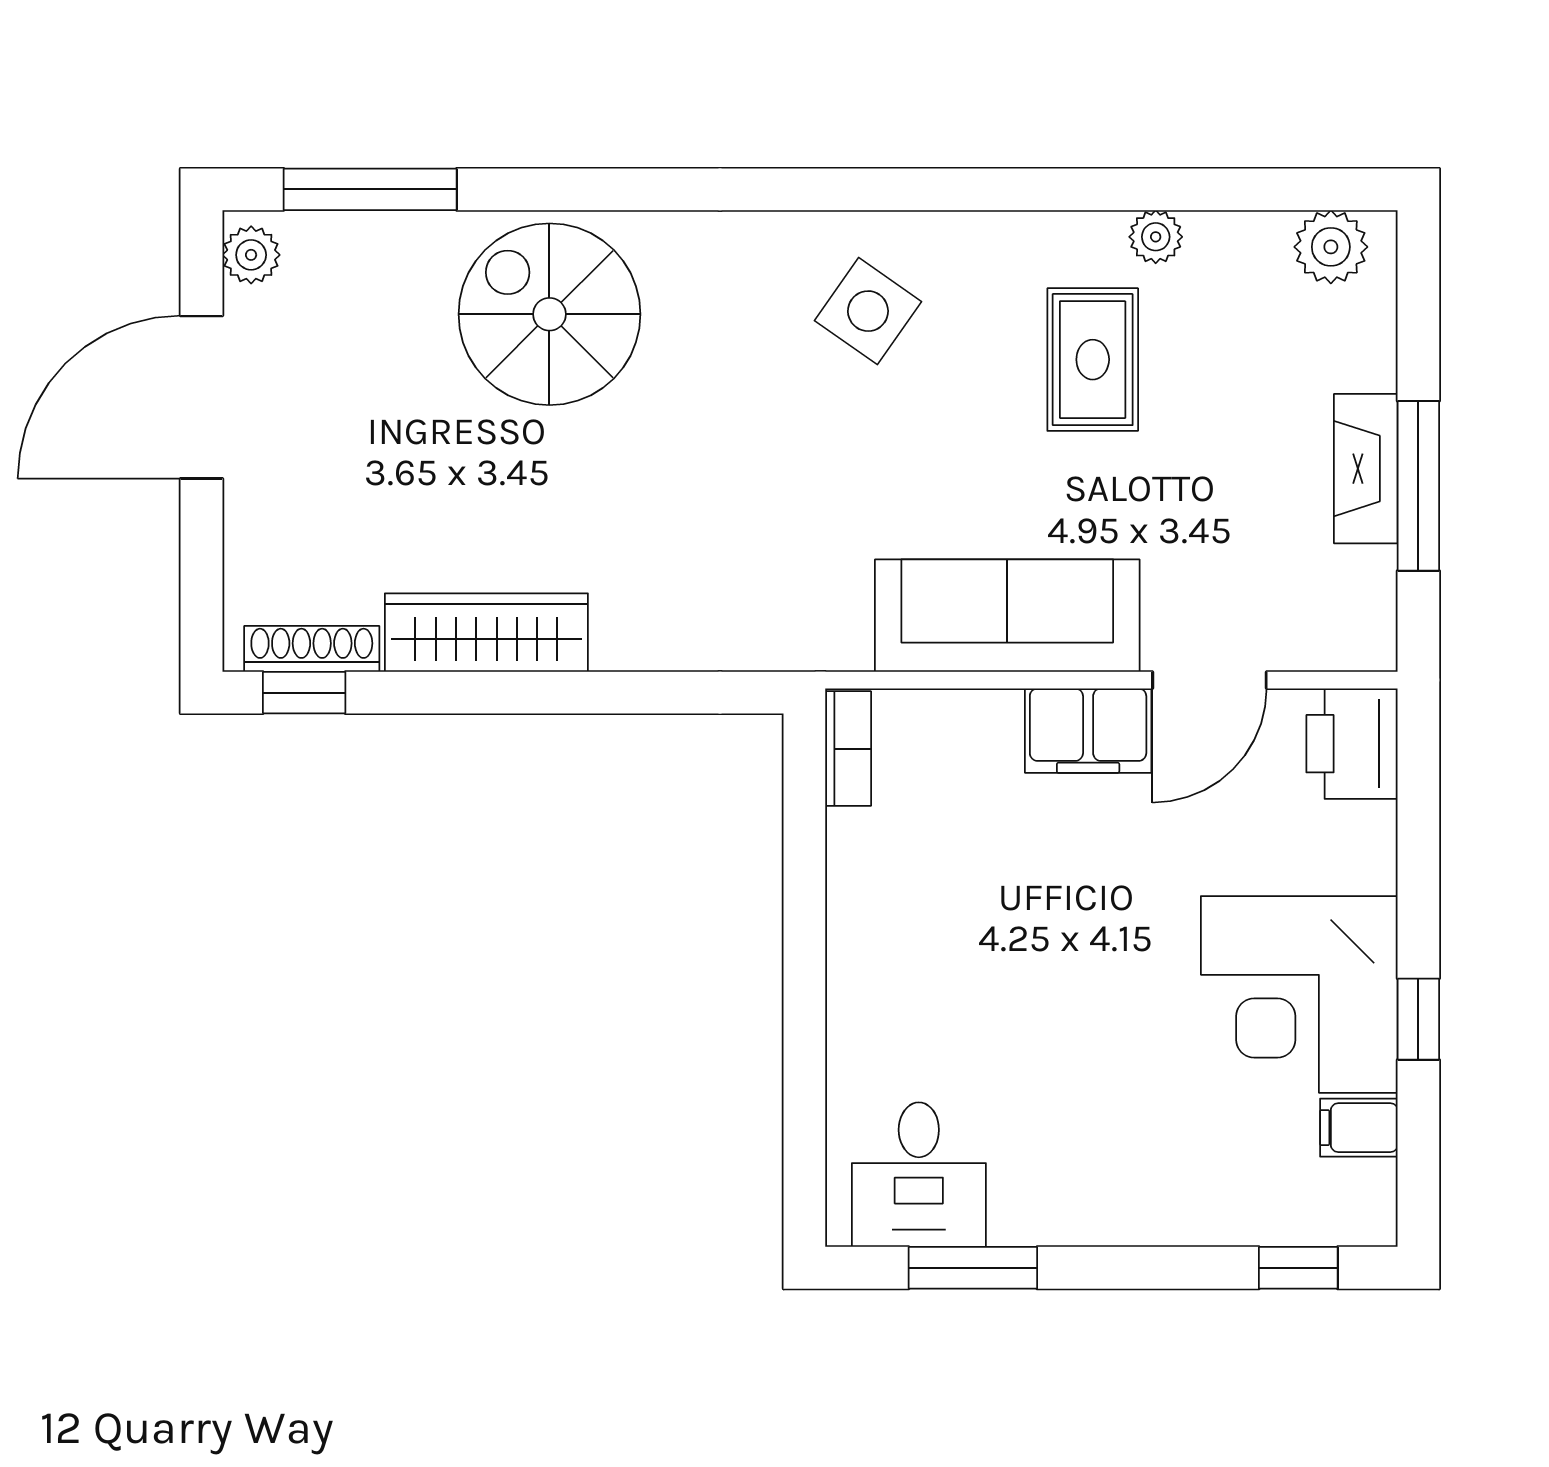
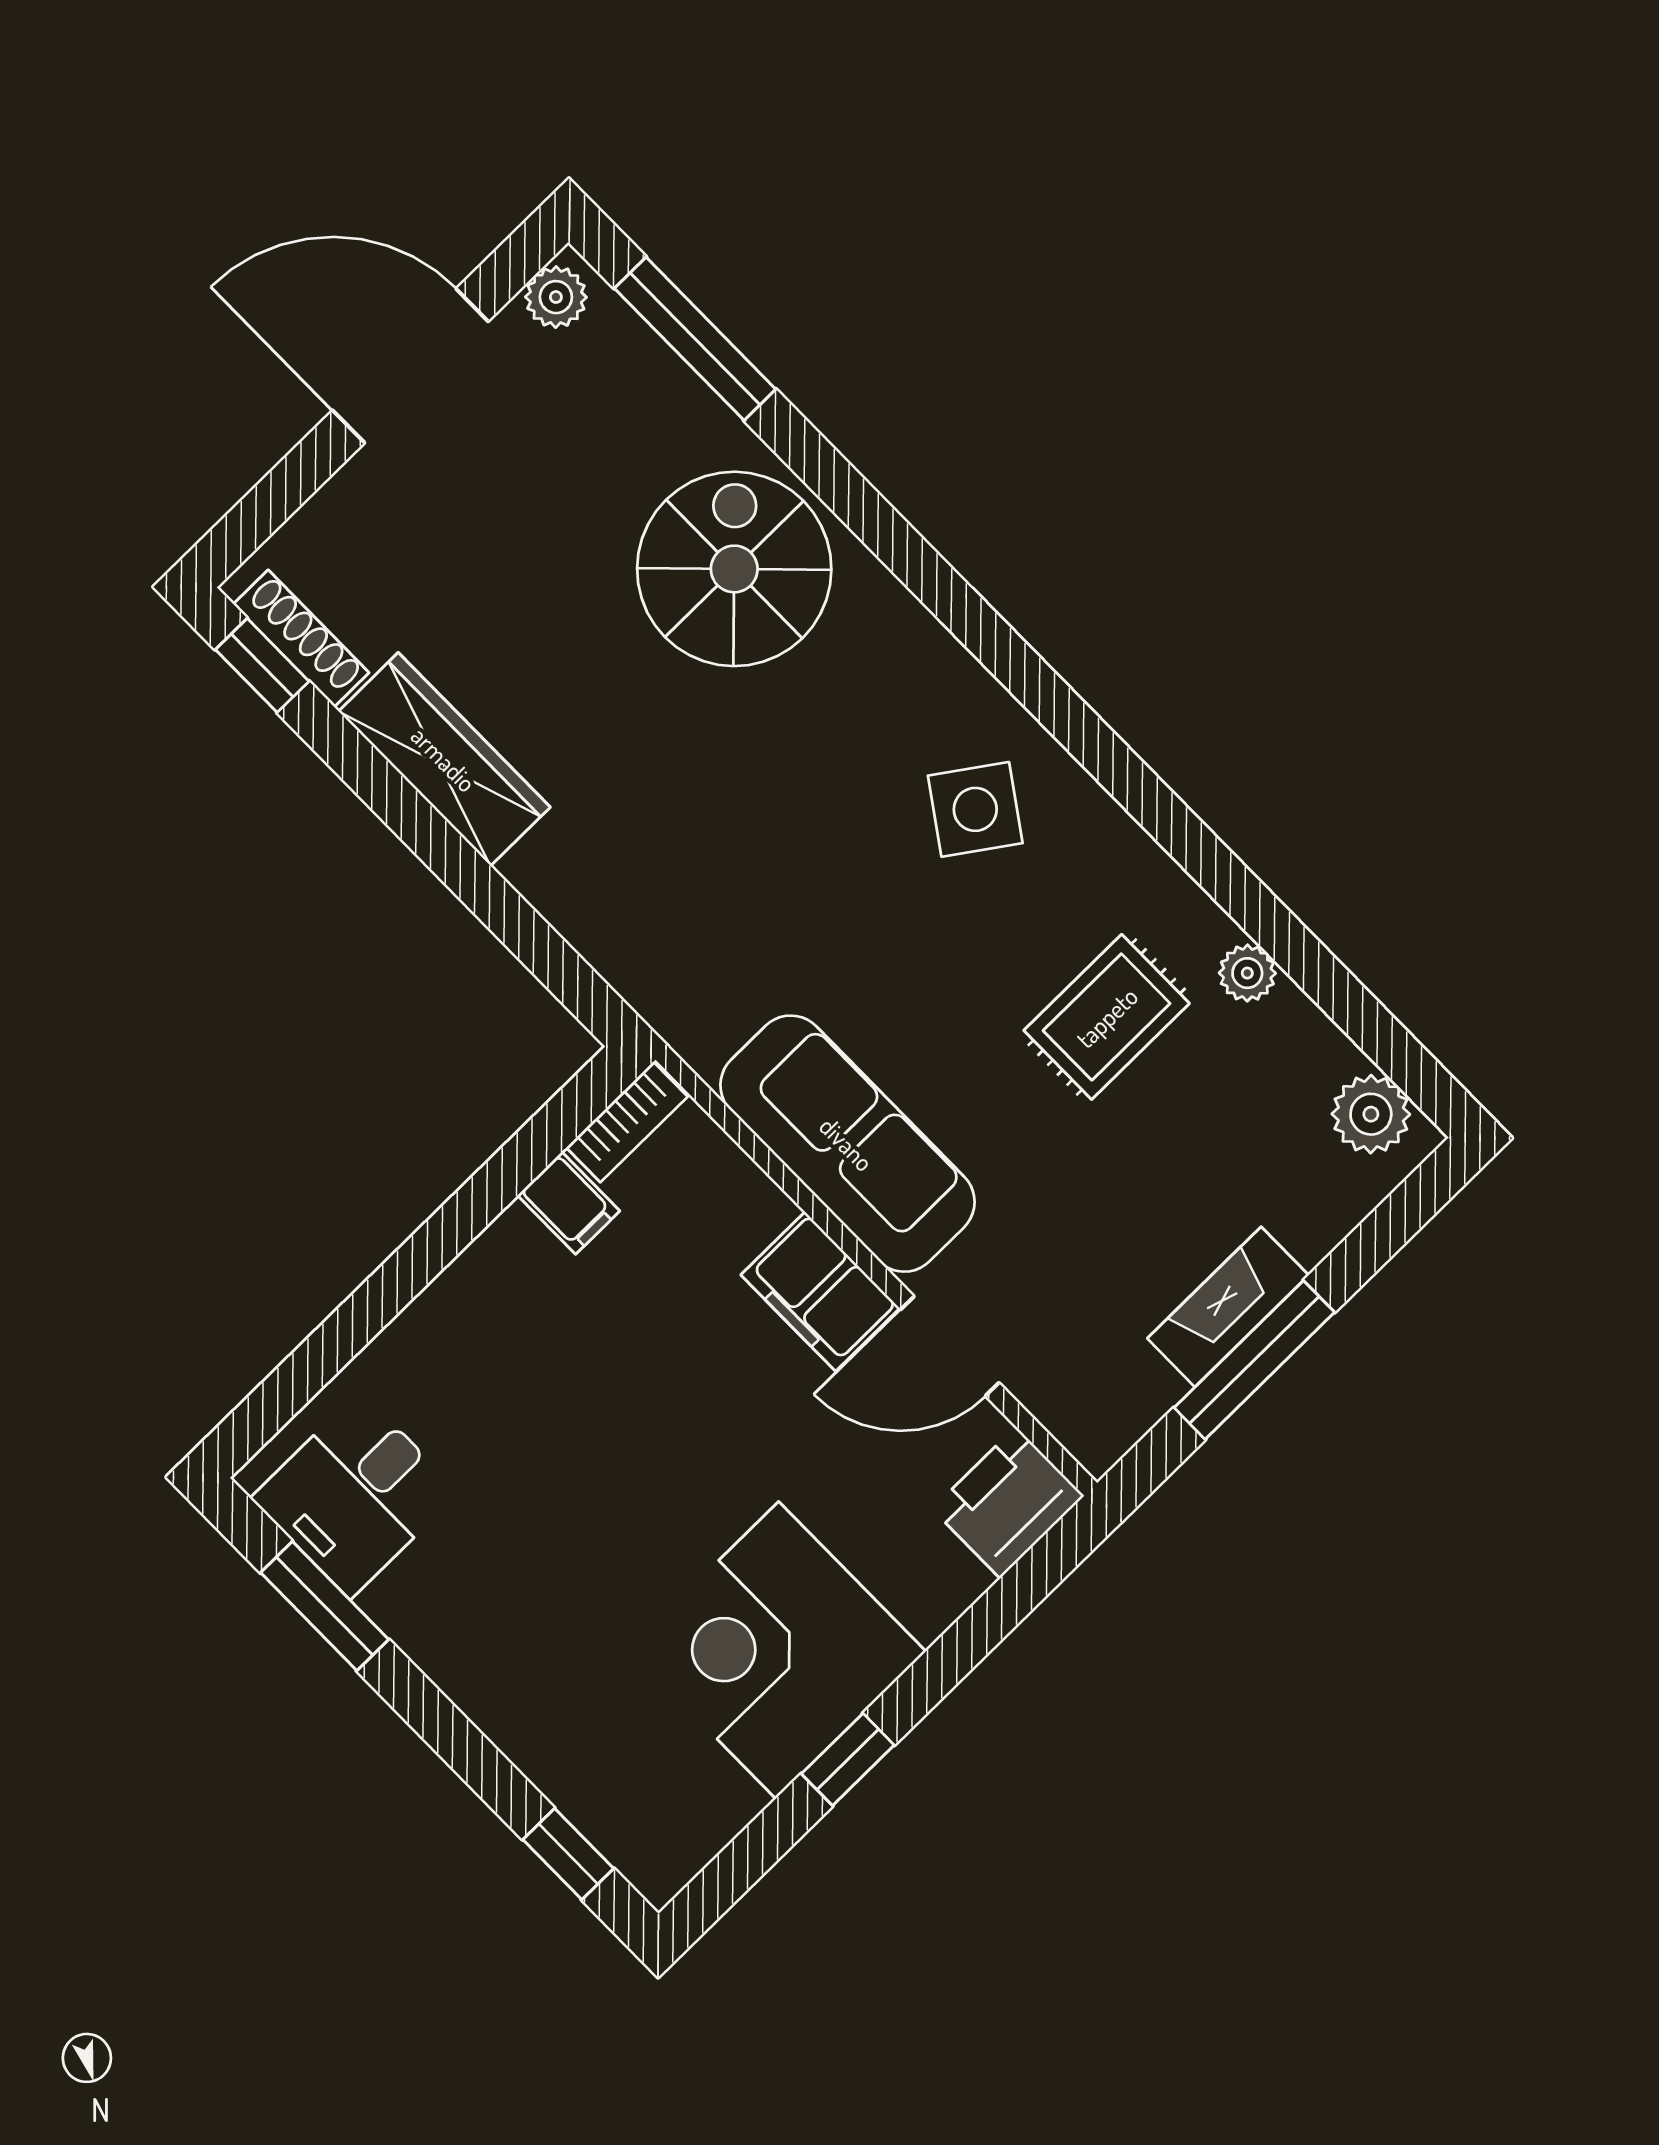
filing cabinet: (1359, 1128) -> (569, 1203), moved, turned 180

